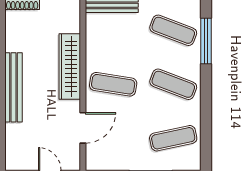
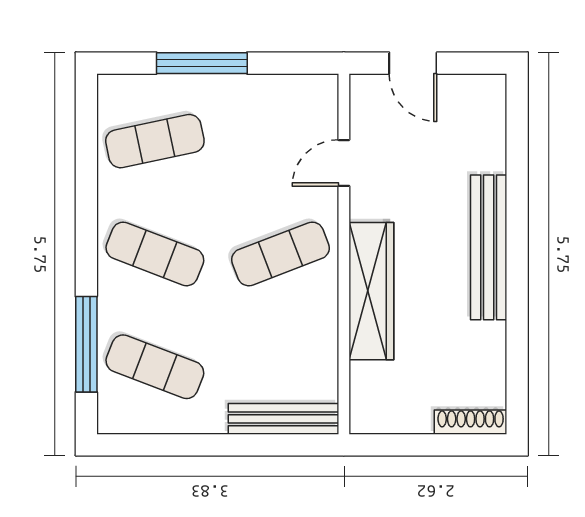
exercise mat: (113, 84) -> (281, 254), turned -30
door: (83, 128) -> (344, 163), width x0.73

